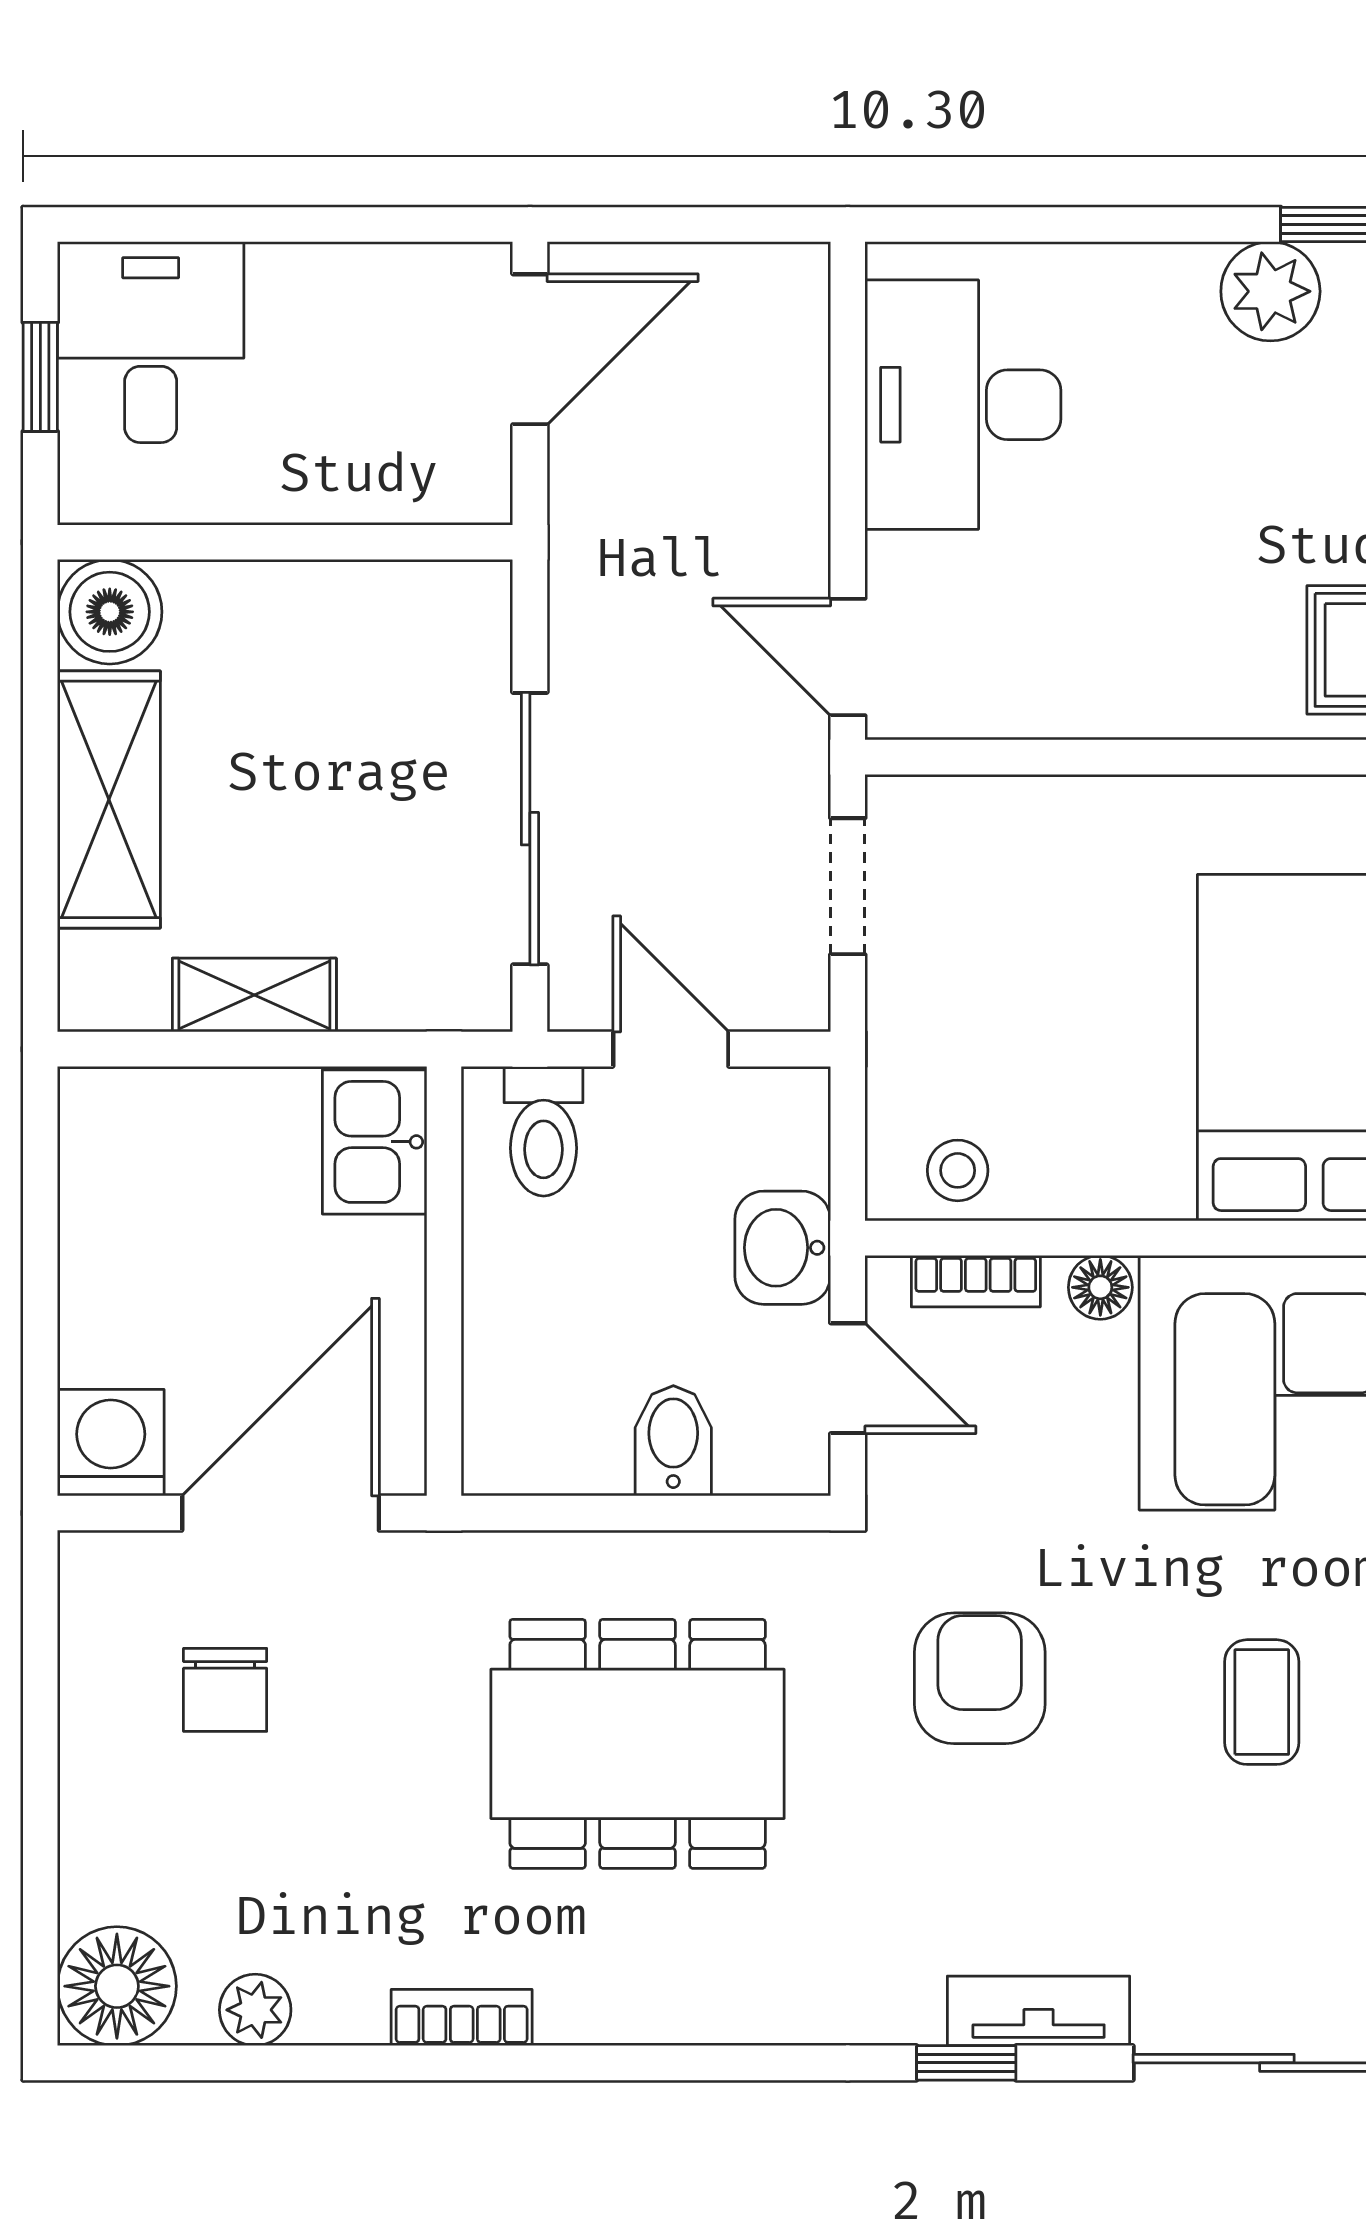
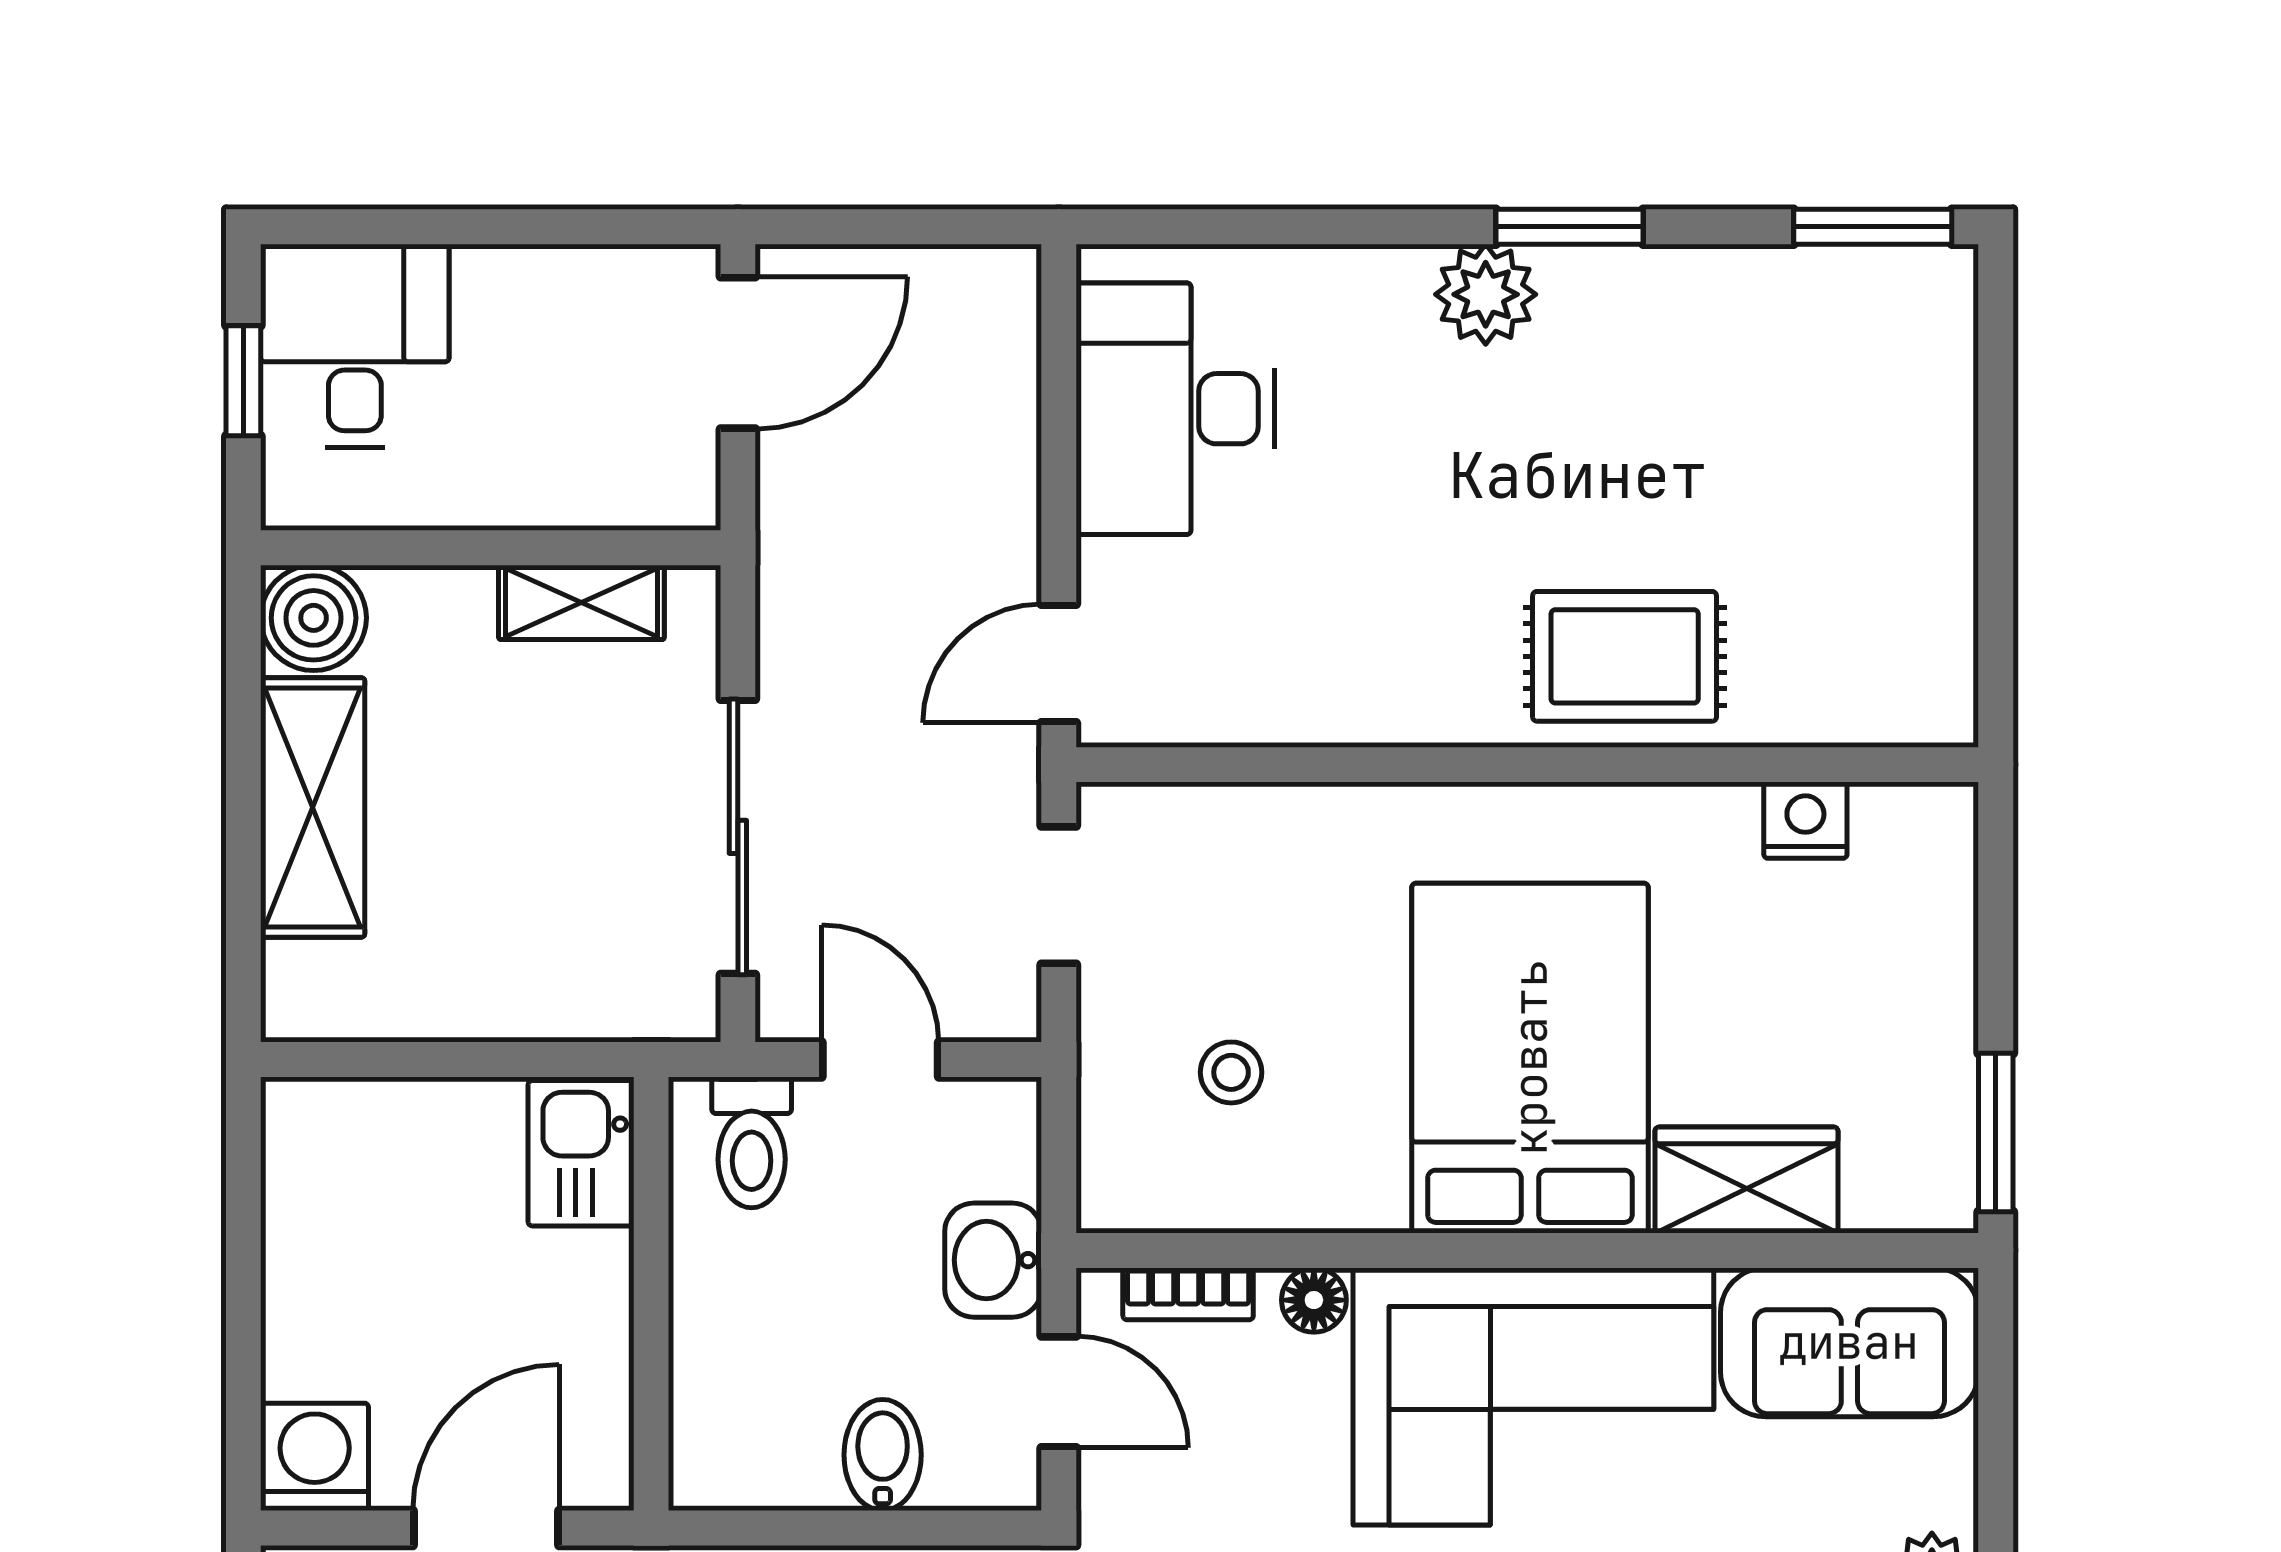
door: (848, 657) -> (1059, 664), hinge flipped
shelving: (254, 995) -> (581, 602), moved
stool: (958, 1170) -> (1231, 1072), moved
door: (281, 1513) -> (486, 1528), width x0.73

